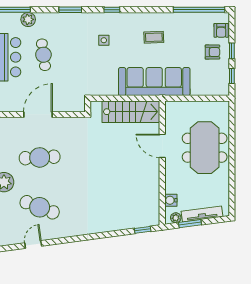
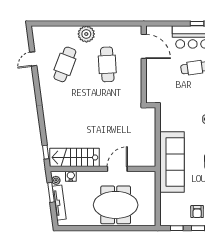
stairs: (131, 112) -> (75, 157), moved, turned 90
door: (38, 115) -> (144, 46), moved
door: (33, 244) -> (33, 59), swing flipped

